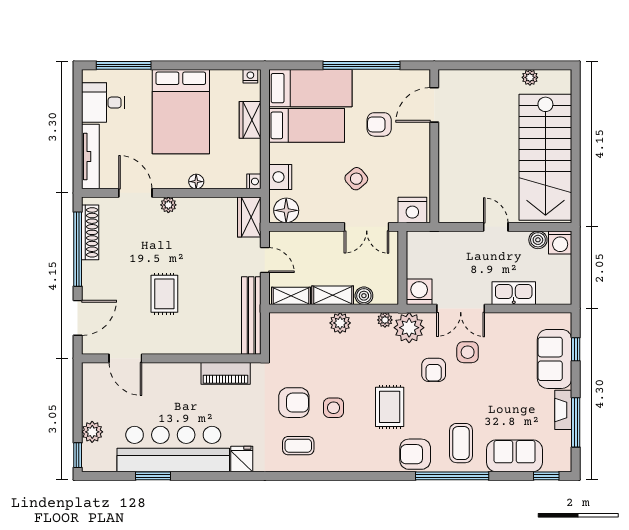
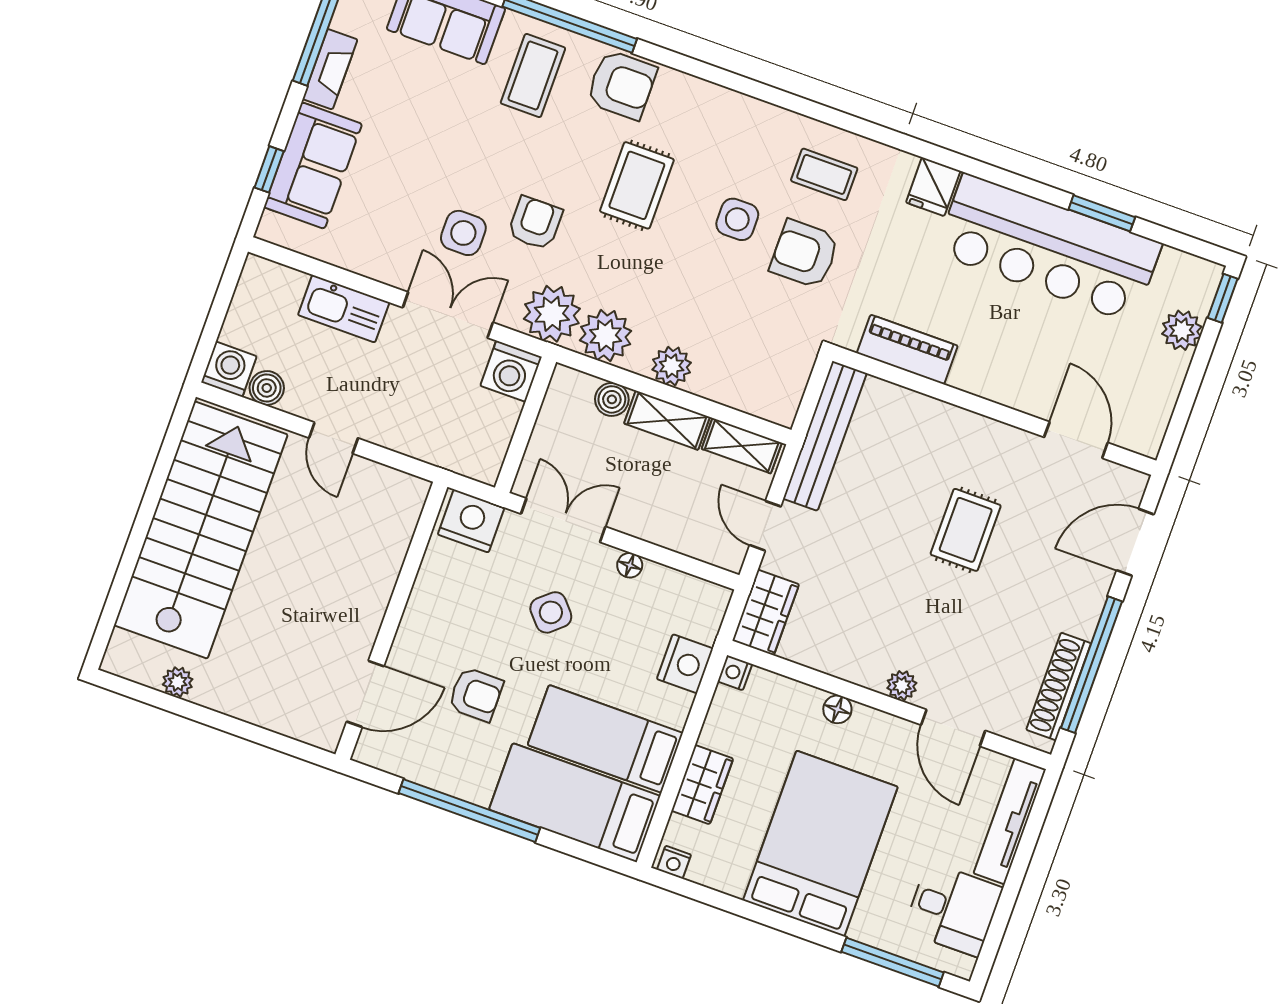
floor lamp: (286, 210) -> (630, 565), moved, width x0.53, depth x0.53
plant: (385, 320) -> (606, 336), width x1.87, depth x1.87

